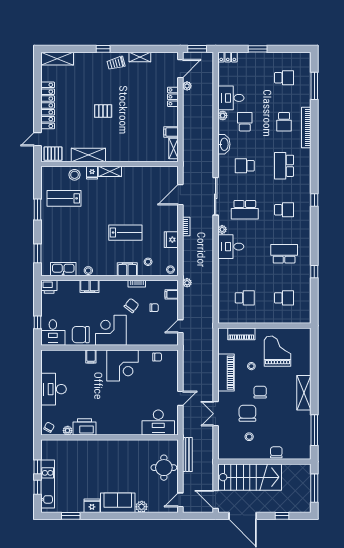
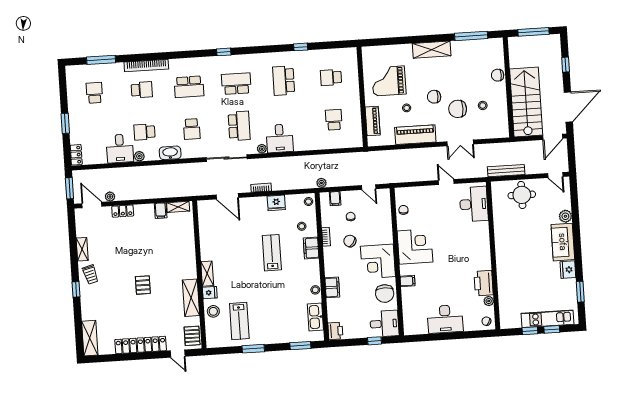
school desk: (284, 210) -> (236, 84), width x1.85
school desk: (284, 298) -> (331, 78), turned -90

